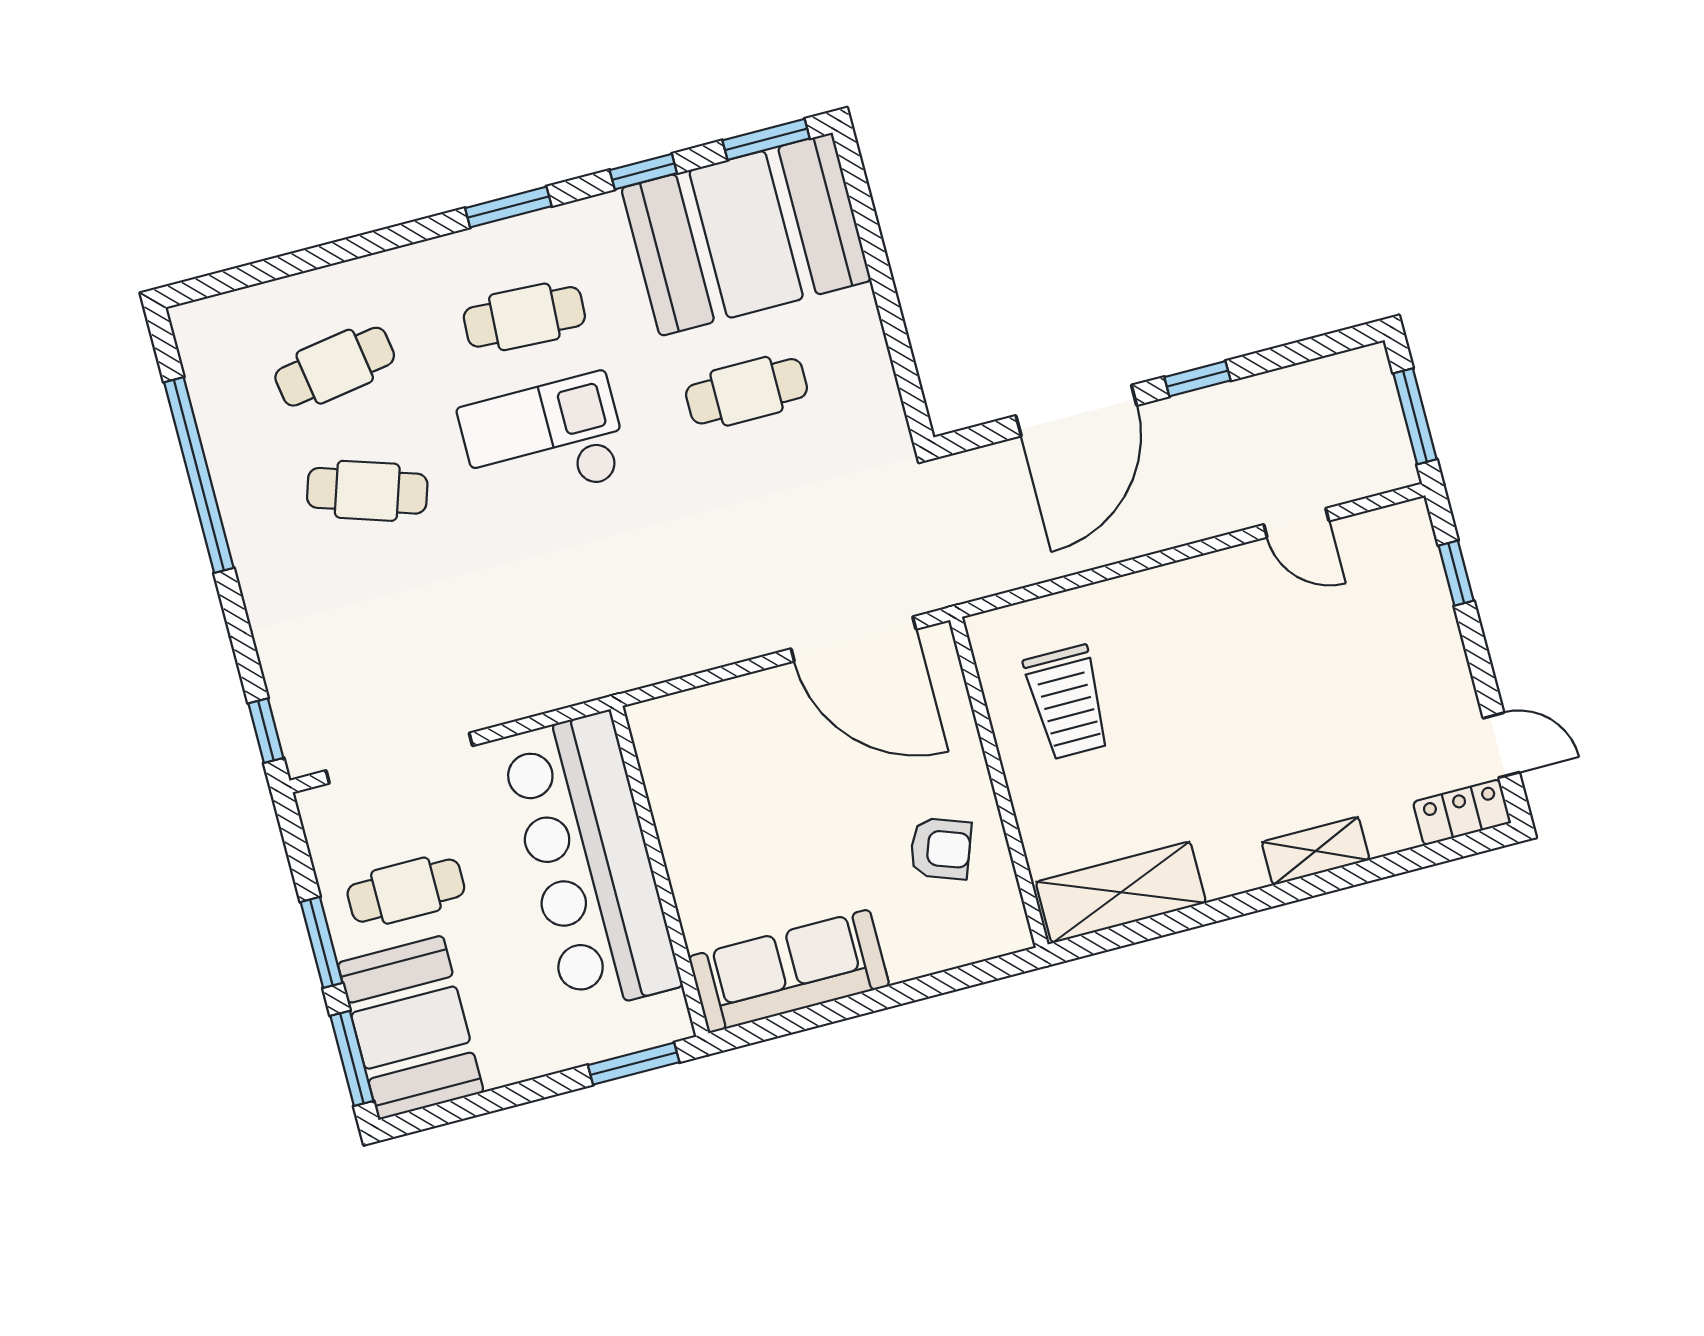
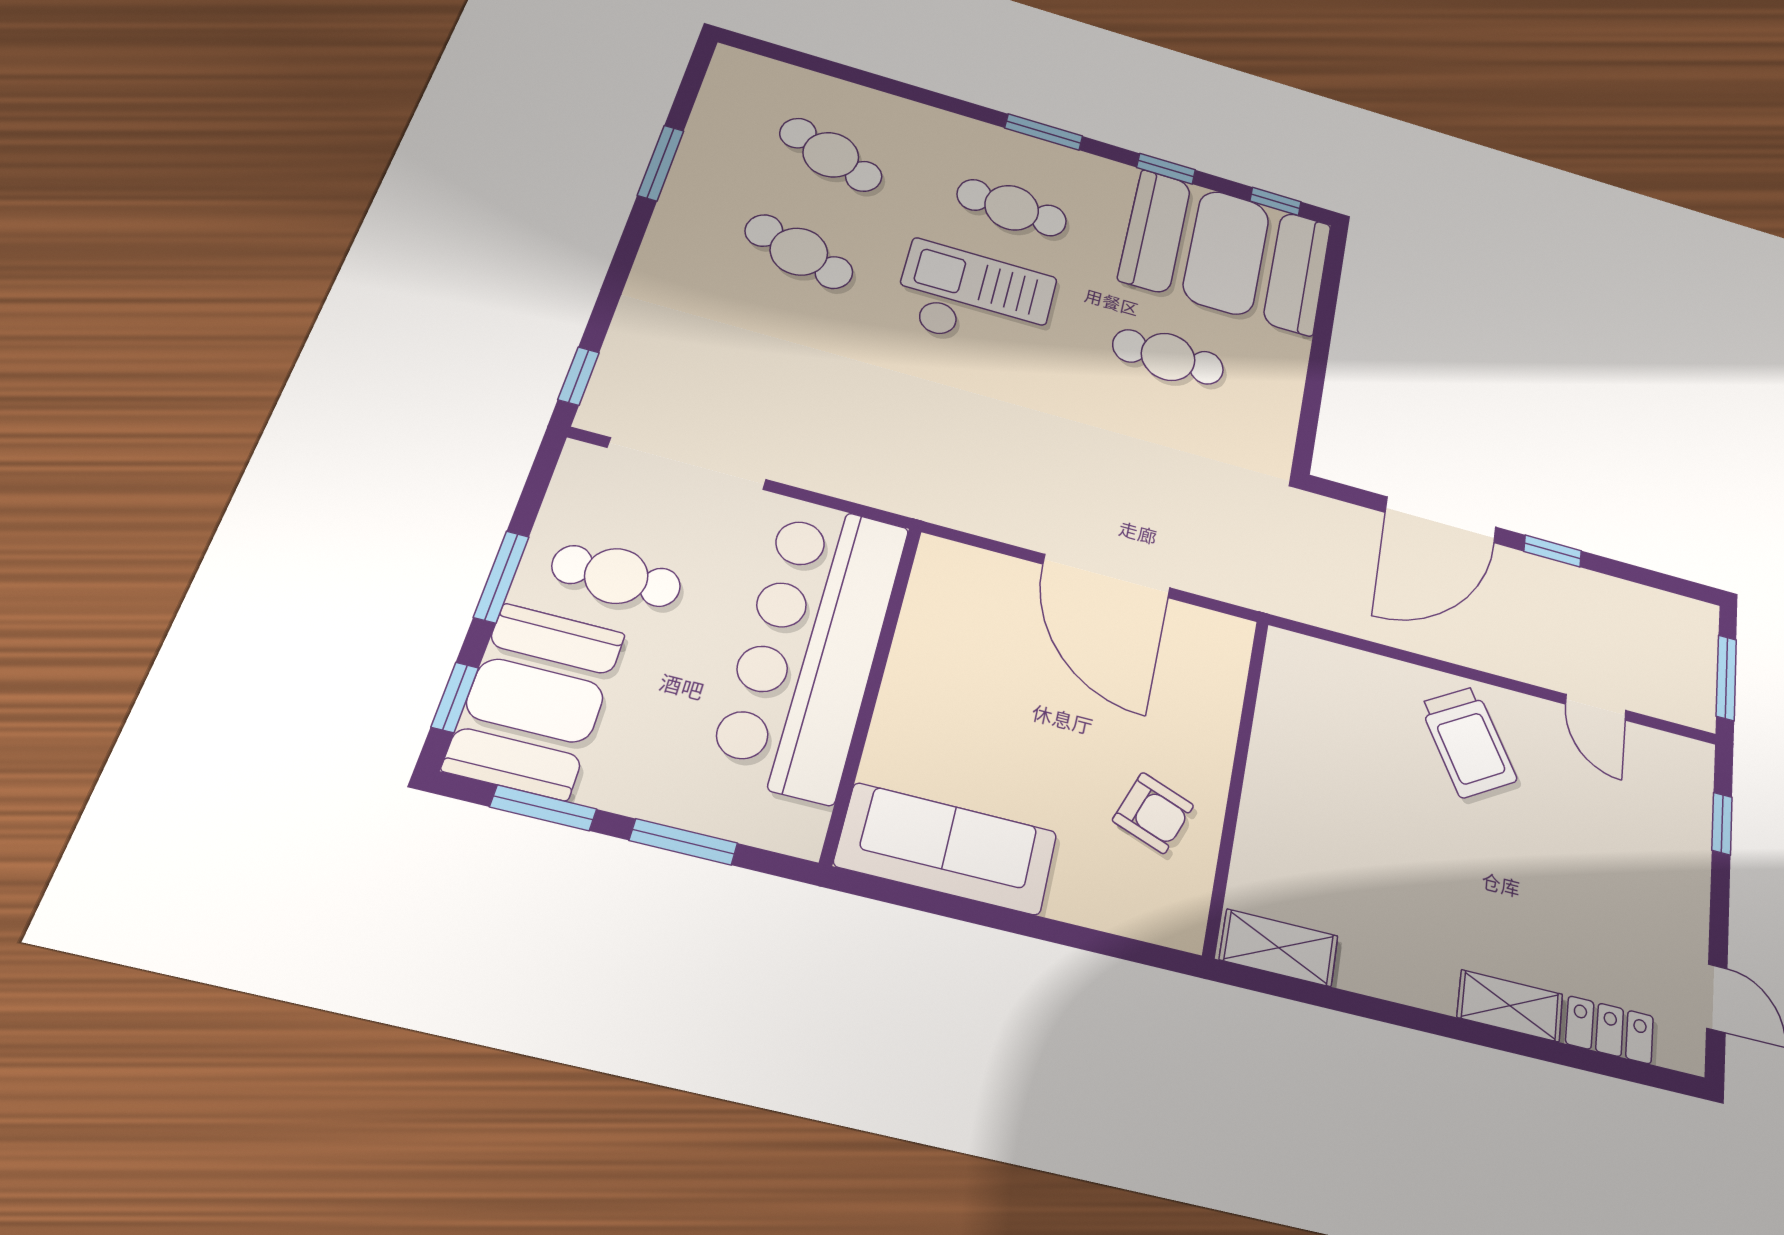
window: (766, 139) -> (1275, 201), width x0.67
cafe table: (335, 367) -> (831, 155), turned 30
window: (199, 475) -> (661, 163), width x0.47
door: (853, 639) -> (1107, 576), moved
trolley: (1067, 702) -> (1468, 742), moved, turned -31
locker: (1462, 812) -> (1610, 1030), moved
shelving: (1121, 892) -> (1279, 948), width x0.67, depth x0.75
window: (352, 1058) -> (455, 697), width x0.67
window: (634, 1064) -> (684, 842), moved
window: (470, 1107) -> (543, 808), added

